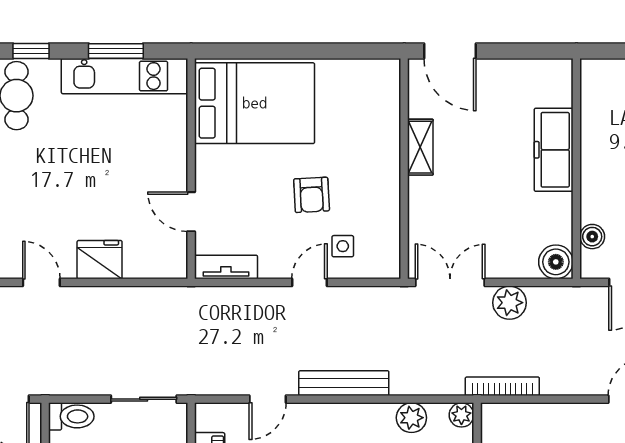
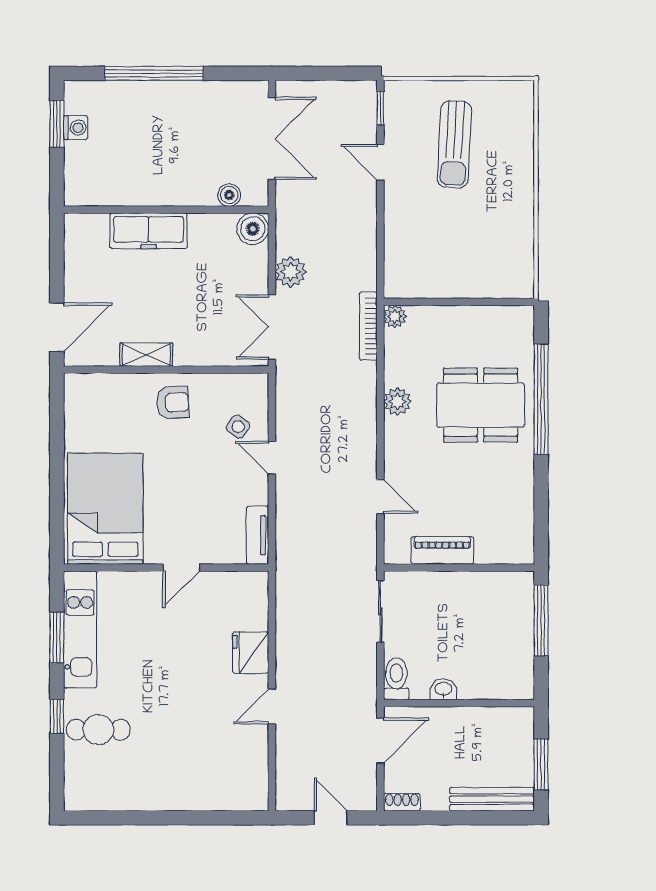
armchair: (312, 195) -> (173, 402), moved
door: (191, 212) -> (181, 568), moved
side table: (343, 246) -> (238, 427), turned 35
bench: (344, 383) -> (365, 426), removed
bookcase: (502, 386) -> (368, 326), moved
plant: (411, 418) -> (397, 401), moved

